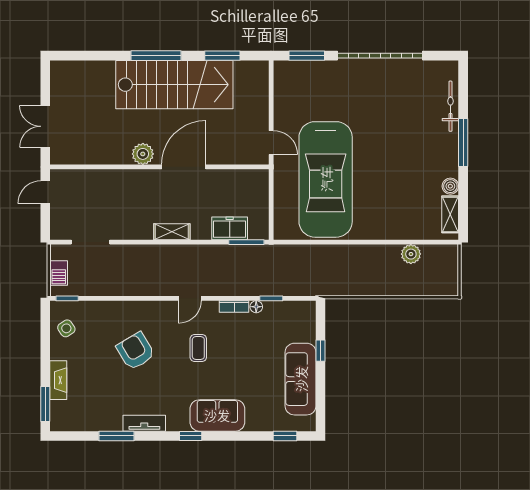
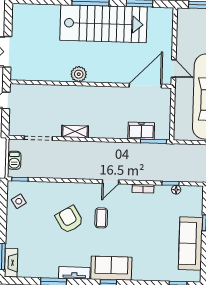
door: (184, 167) -> (145, 86), moved
shelving: (172, 232) -> (75, 131), moved
floor lamp: (256, 307) -> (176, 190), moved
coffee table: (198, 348) -> (101, 218), moved
fireplace: (58, 380) -> (11, 263), moved
sofa: (217, 415) -> (111, 268), moved

